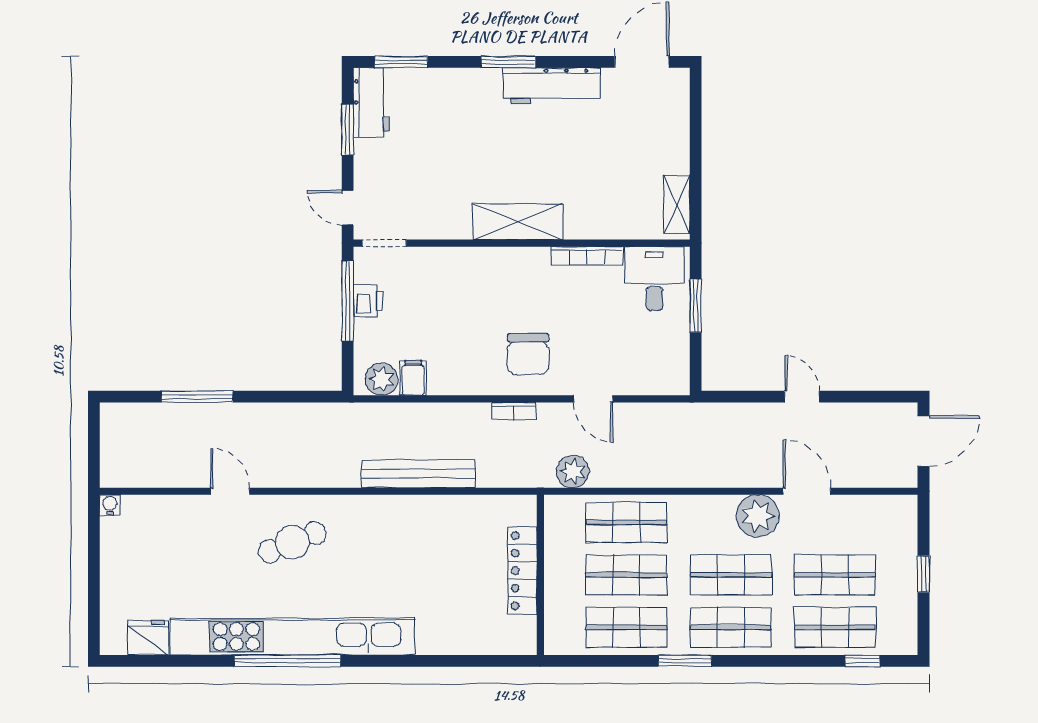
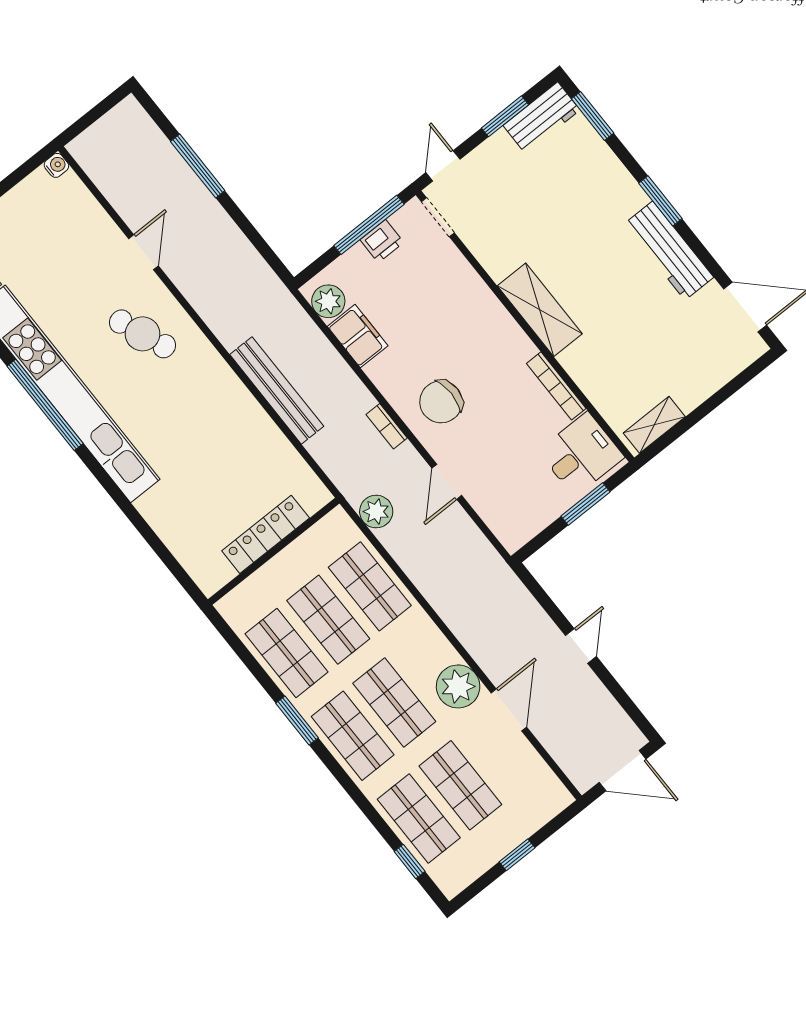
filing cabinet: (413, 378) -> (358, 336), width x2.00

